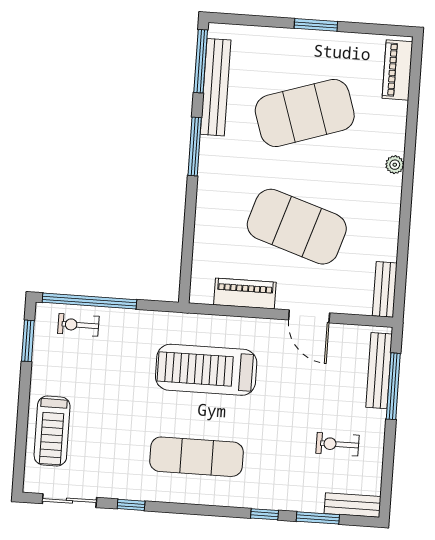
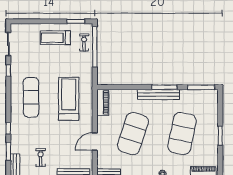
bench: (216, 87) -> (158, 94), moved
exercise mat: (305, 113) -> (182, 134), turned 30
piano: (245, 293) -> (103, 102), moved
treadmill: (52, 431) -> (55, 38), moved

